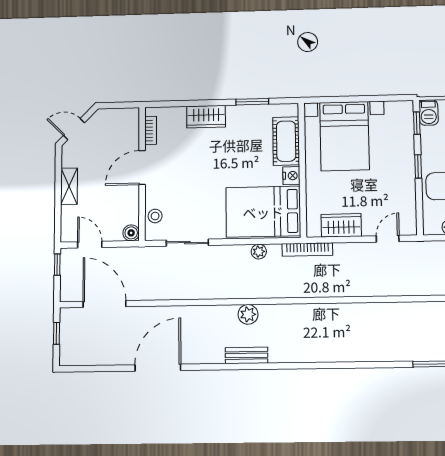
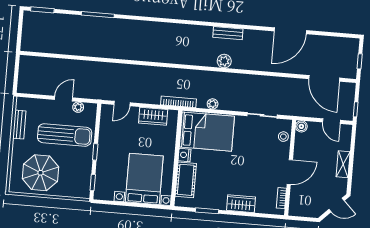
barbecue: (429, 113) -> (84, 189), removed

